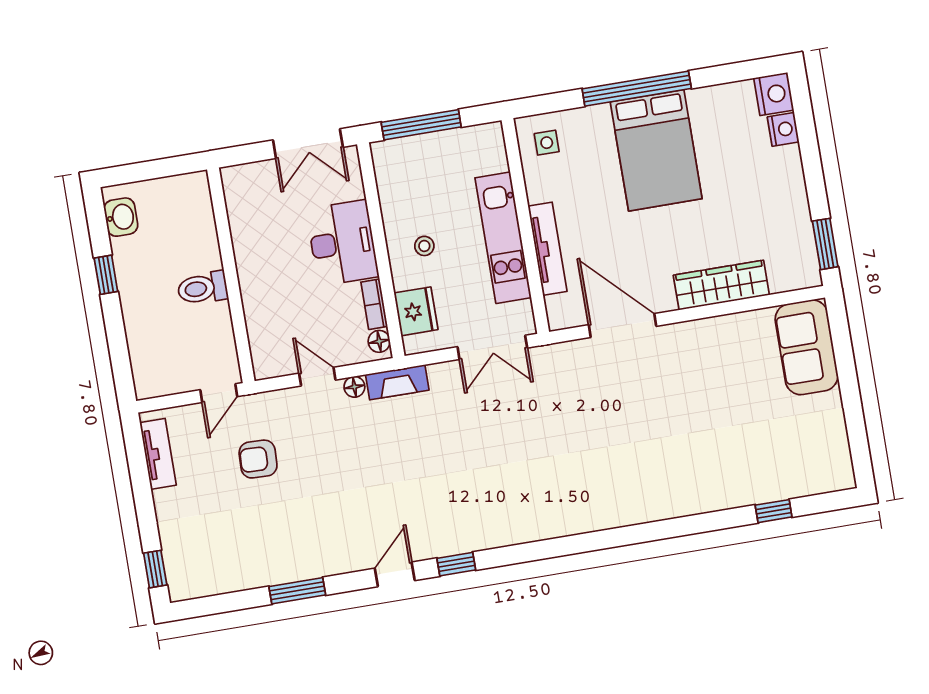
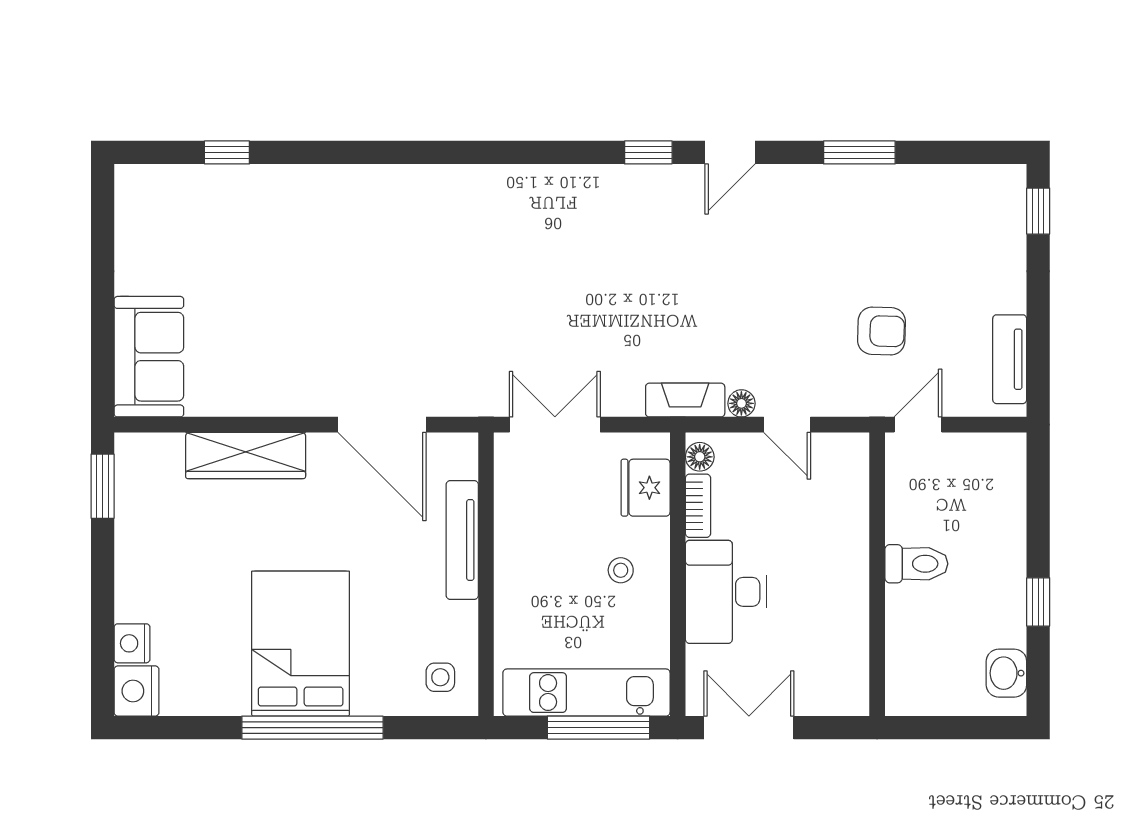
kitchen unit: (503, 238) -> (586, 693), moved, turned -90

